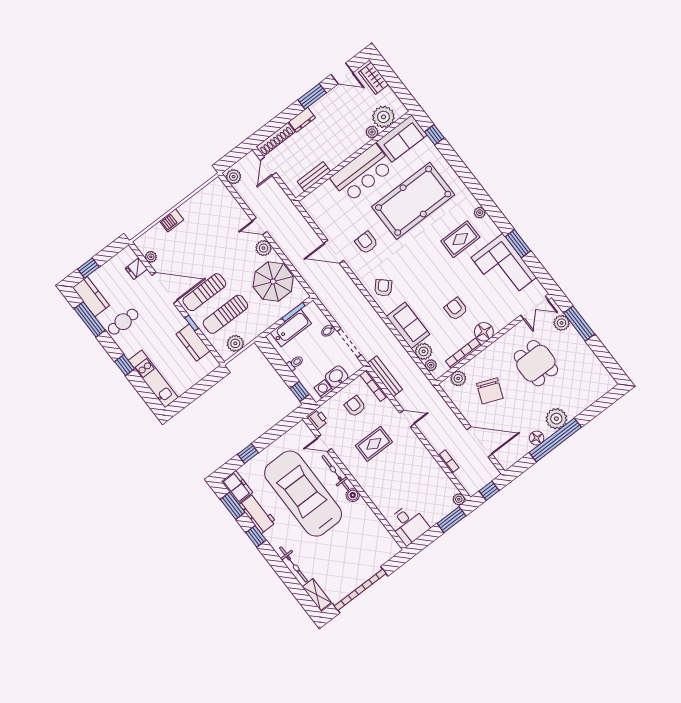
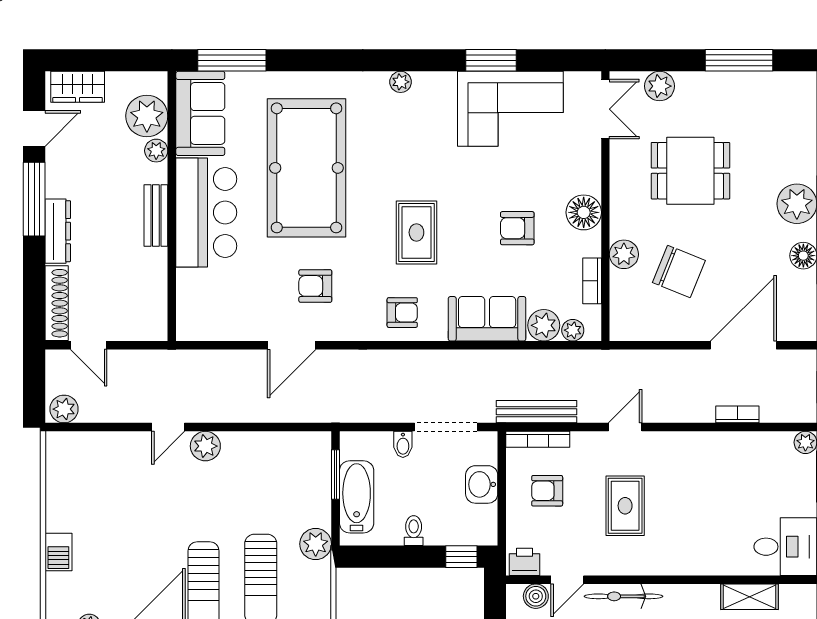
window: (312, 96) -> (34, 199), width x1.44
dresser: (302, 120) -> (58, 231), width x1.44
window: (434, 135) -> (232, 60), width x2.17
bench: (314, 176) -> (156, 215), moved
rug: (460, 239) -> (416, 232), moved
parasol: (273, 282) -> (267, 470), removed
armchair: (383, 288) -> (402, 313), turned 137
window: (579, 323) -> (739, 60), moved
plant: (235, 343) -> (316, 544), moved
bookcase: (463, 353) -> (592, 281), width x0.64
plant: (458, 378) -> (624, 254), moved
washing machine: (323, 389) -> (485, 518), removed
boiler: (353, 495) -> (536, 596), moved
shelving: (376, 526) -> (750, 597), added

